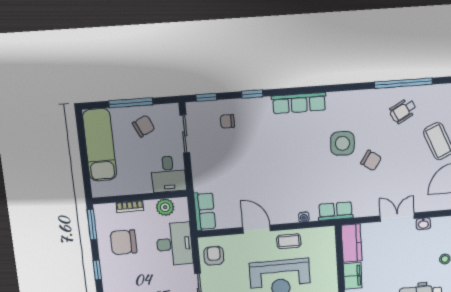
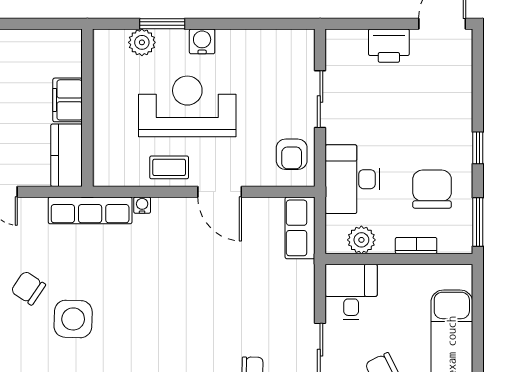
row of seats: (336, 211) -> (90, 210), width x1.48
chair: (123, 242) -> (432, 189), turned -90

